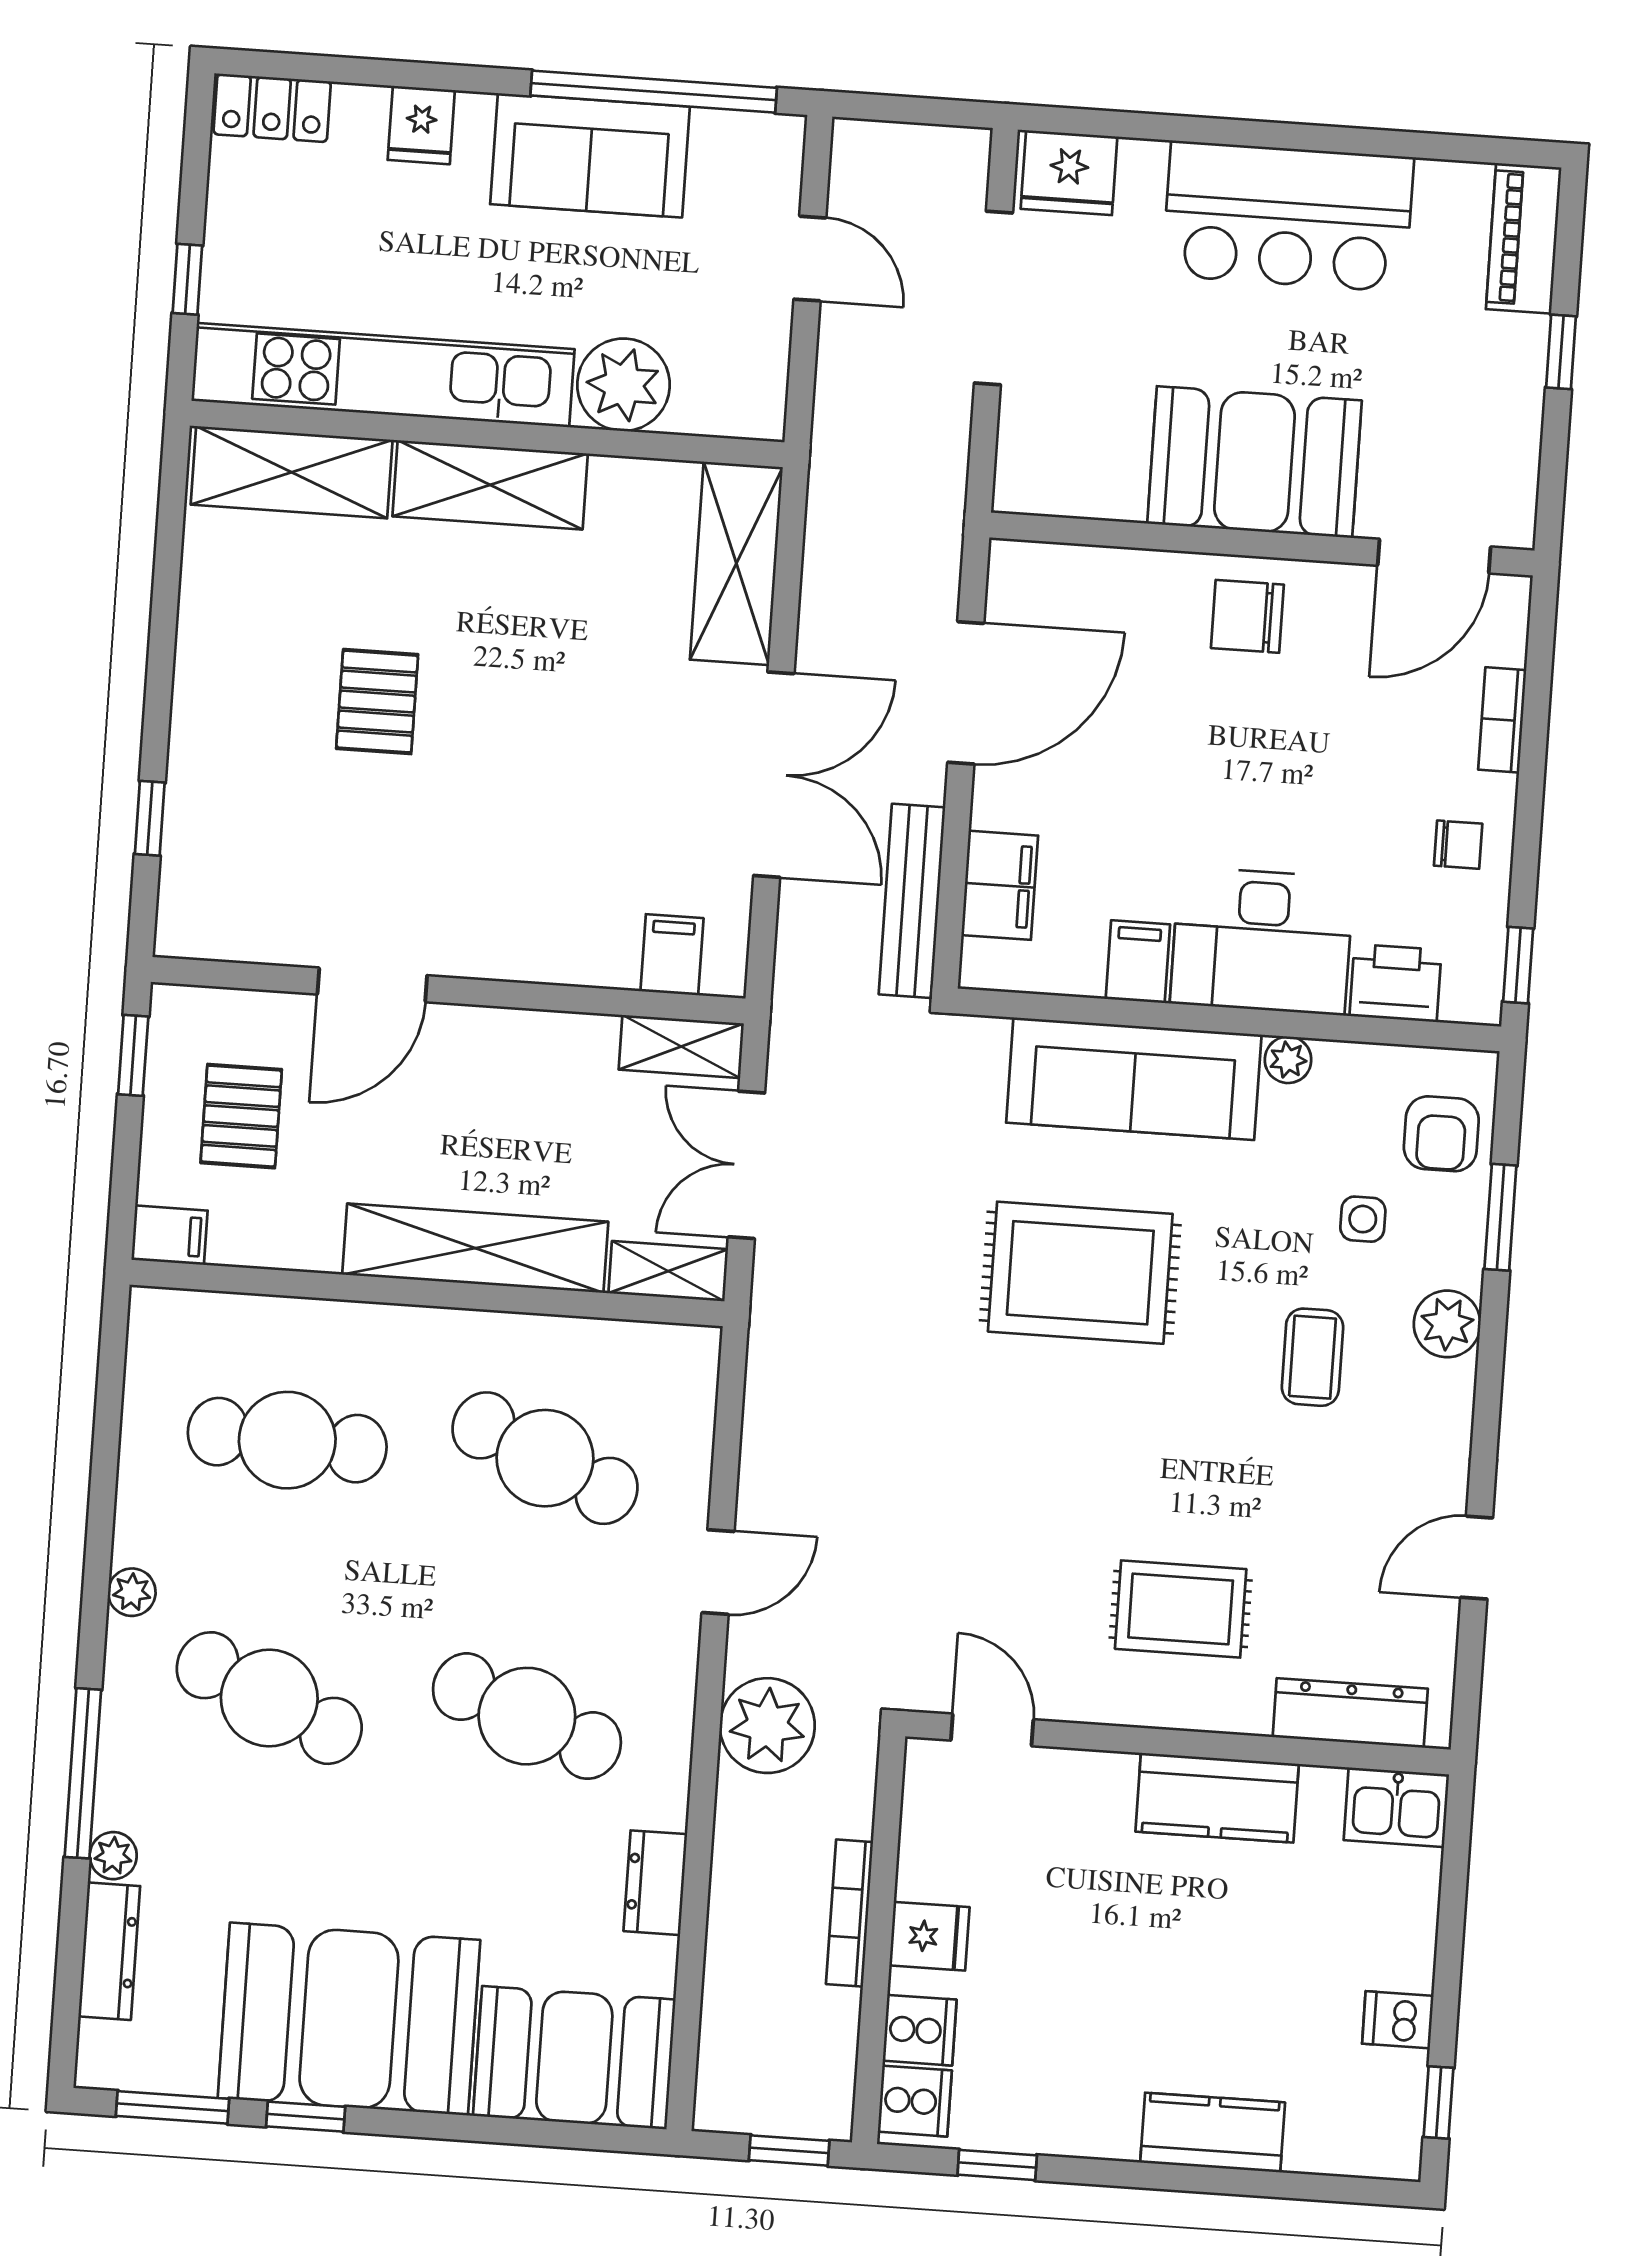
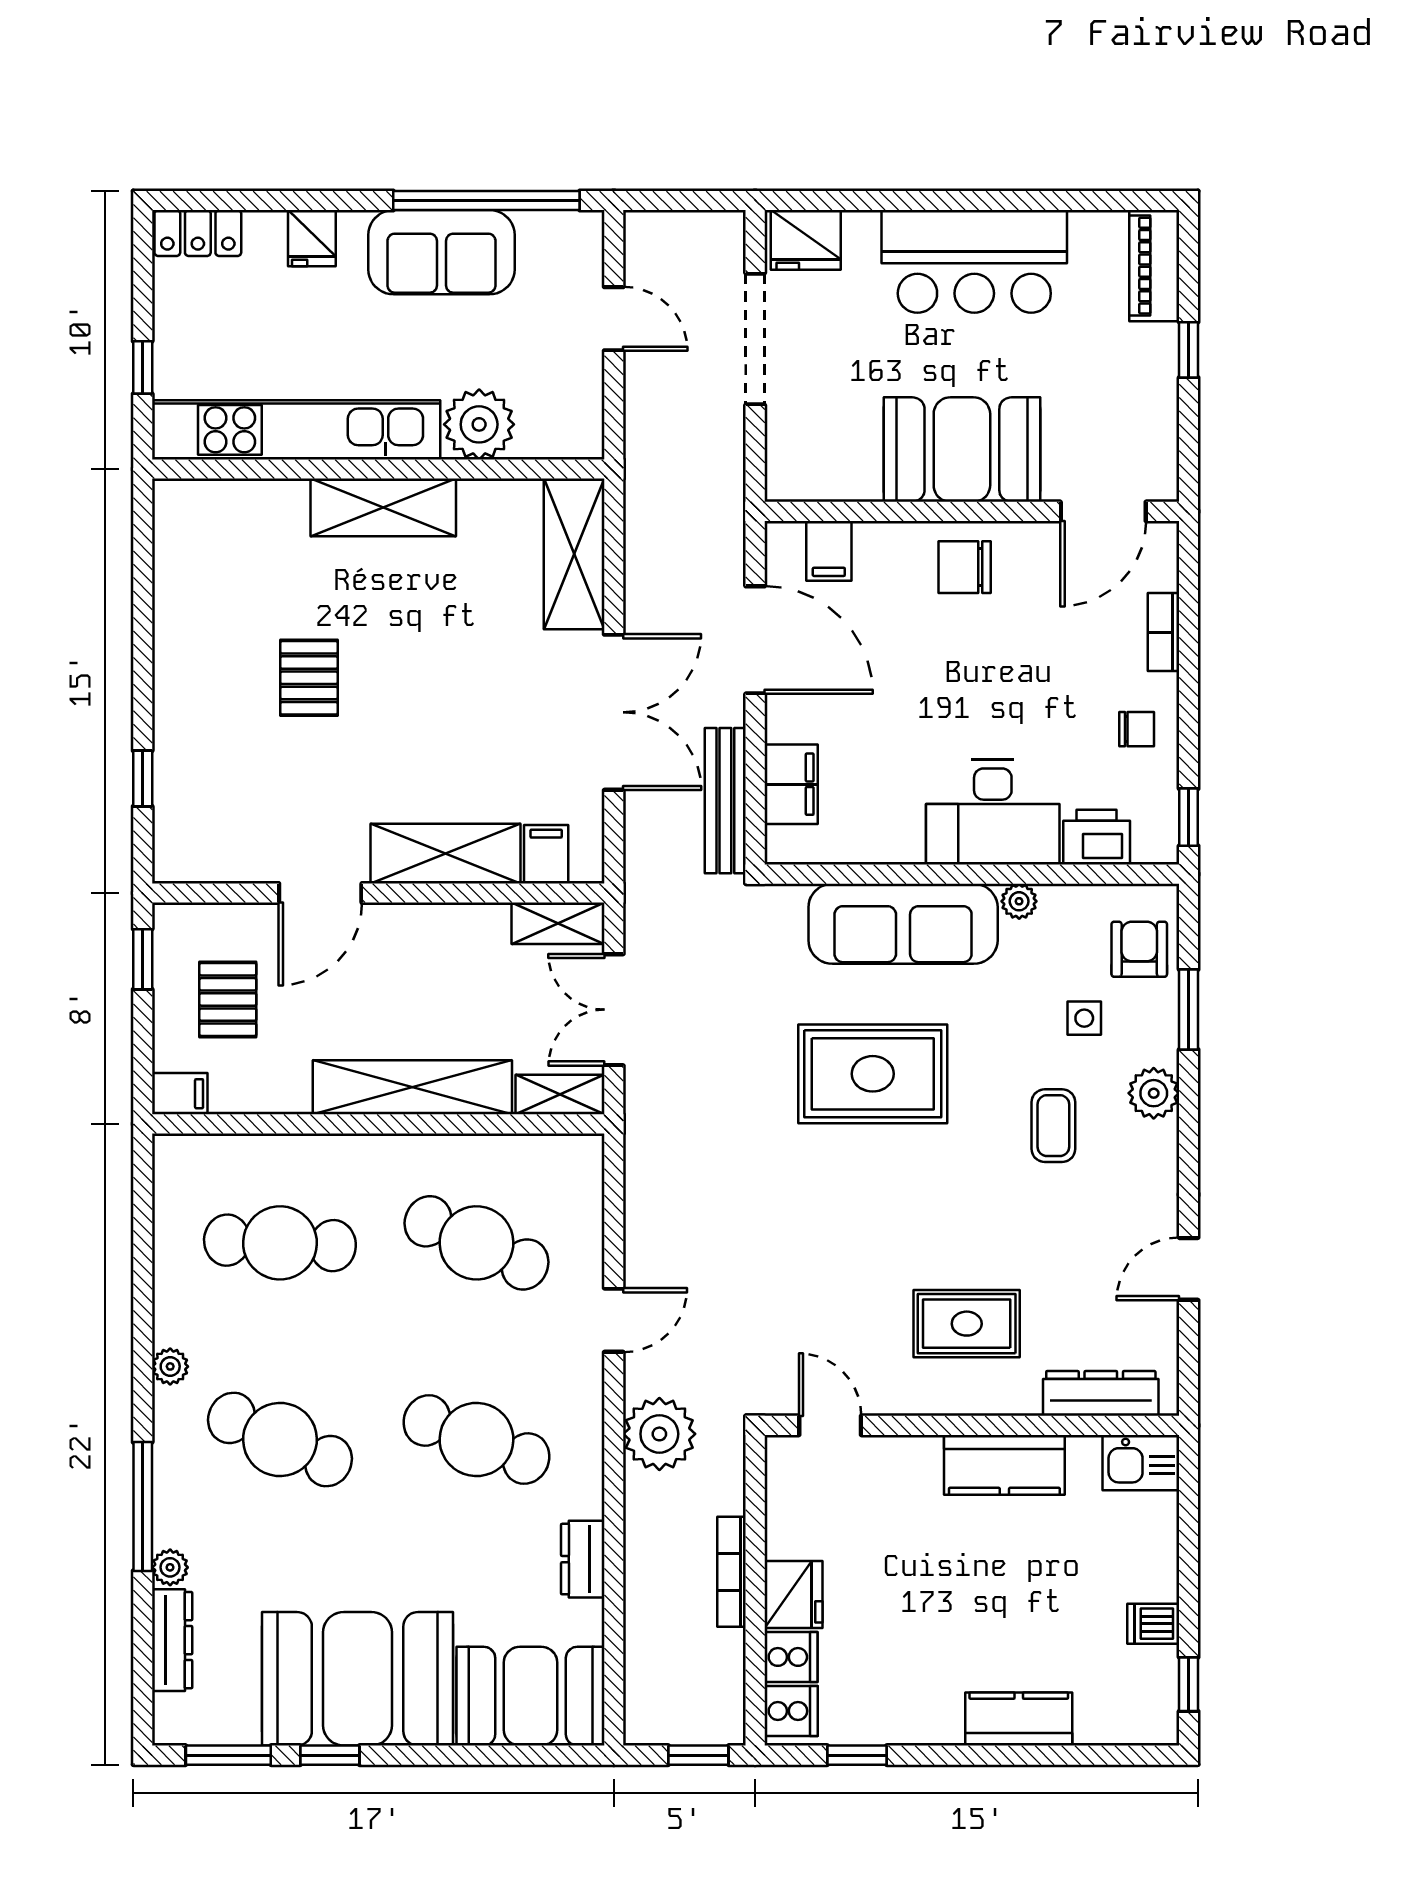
shelving: (292, 472) -> (445, 854), moved
door: (966, 693) -> (755, 640), hinge flipped
filing cabinet: (1138, 962) -> (829, 551), moved, turned 180
armchair: (1441, 1134) -> (1139, 949), turned 180
fridge: (929, 1936) -> (793, 1595), width x1.38

